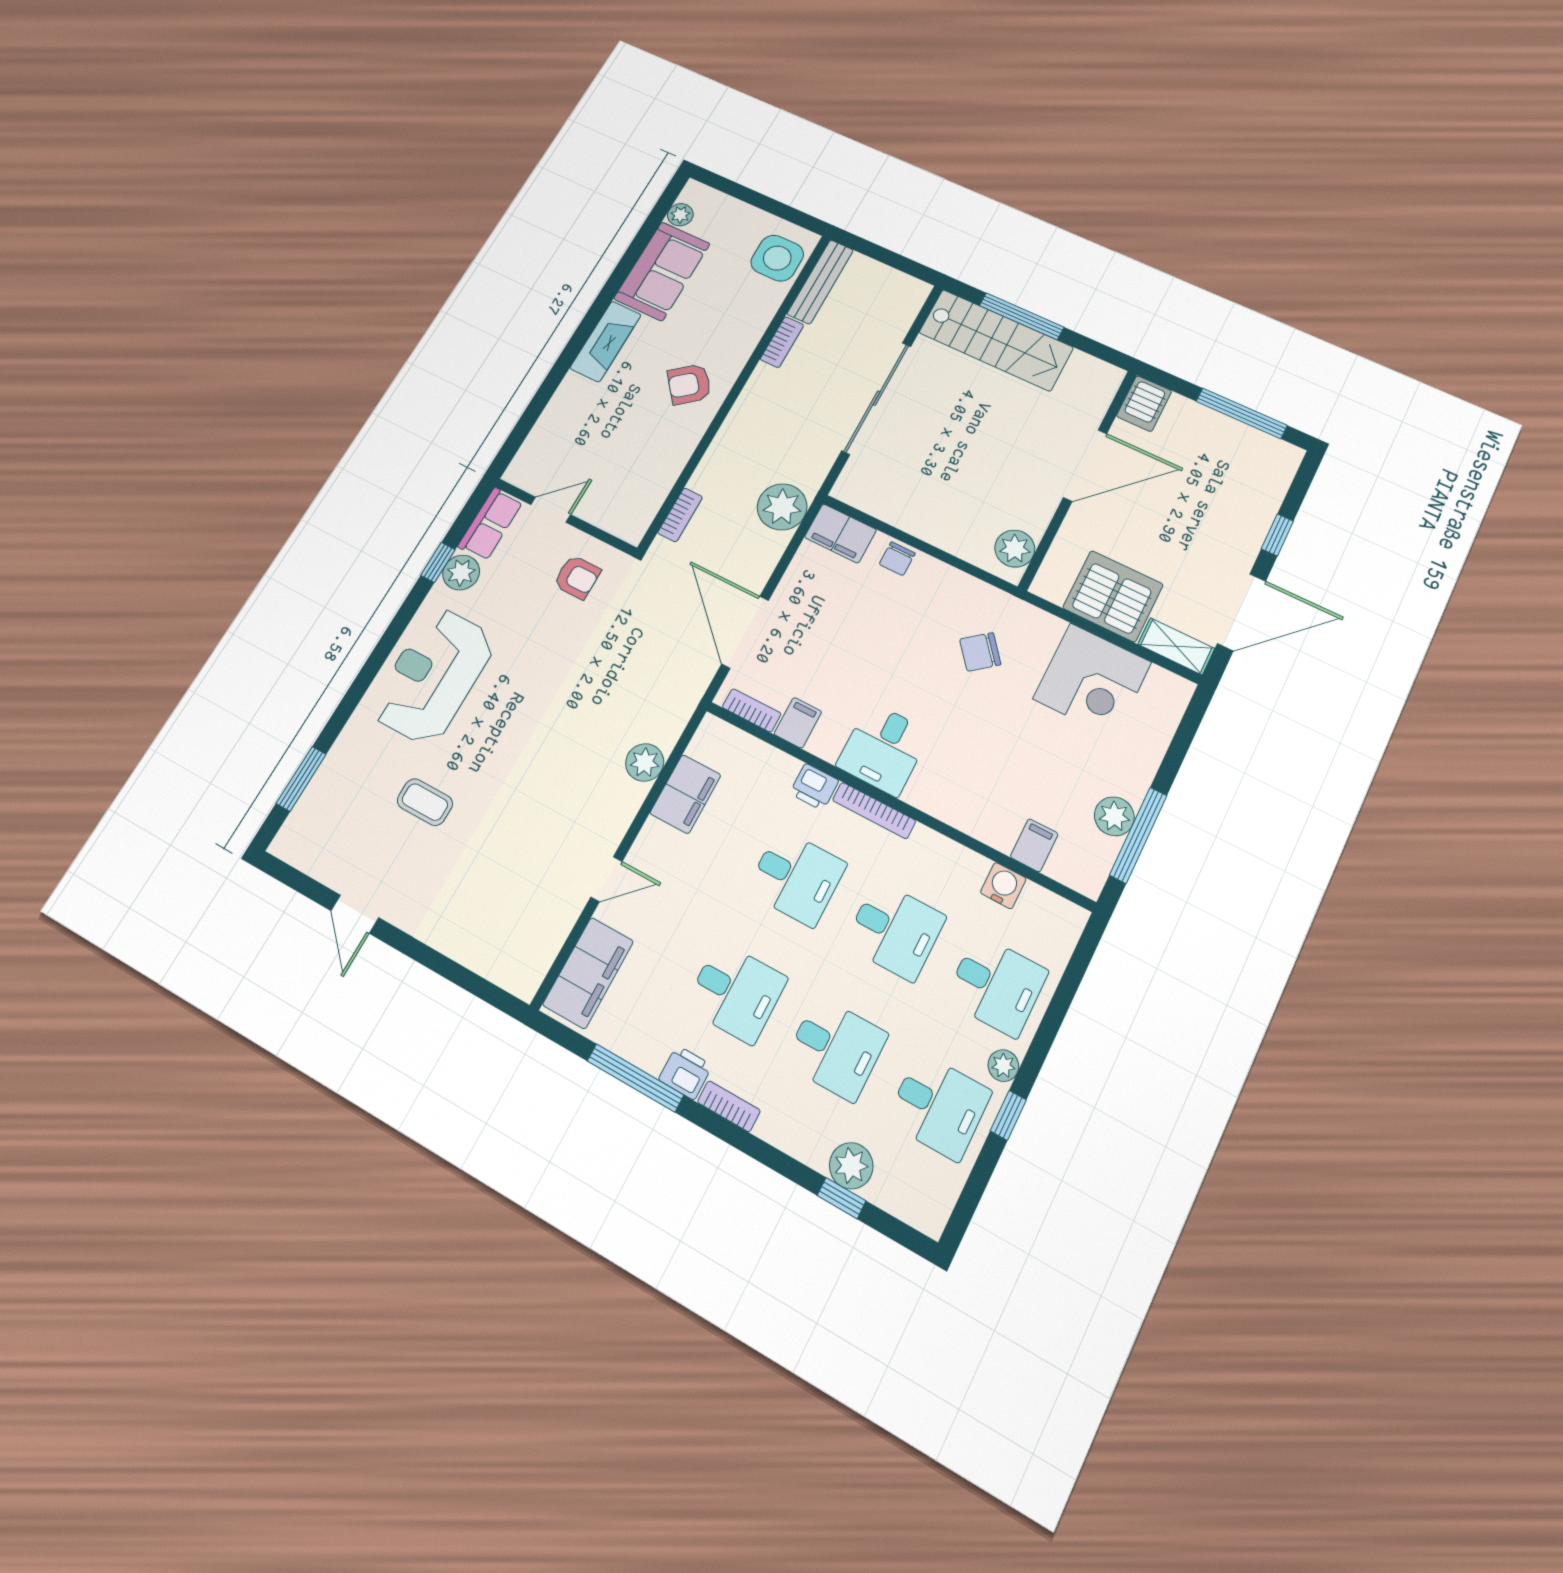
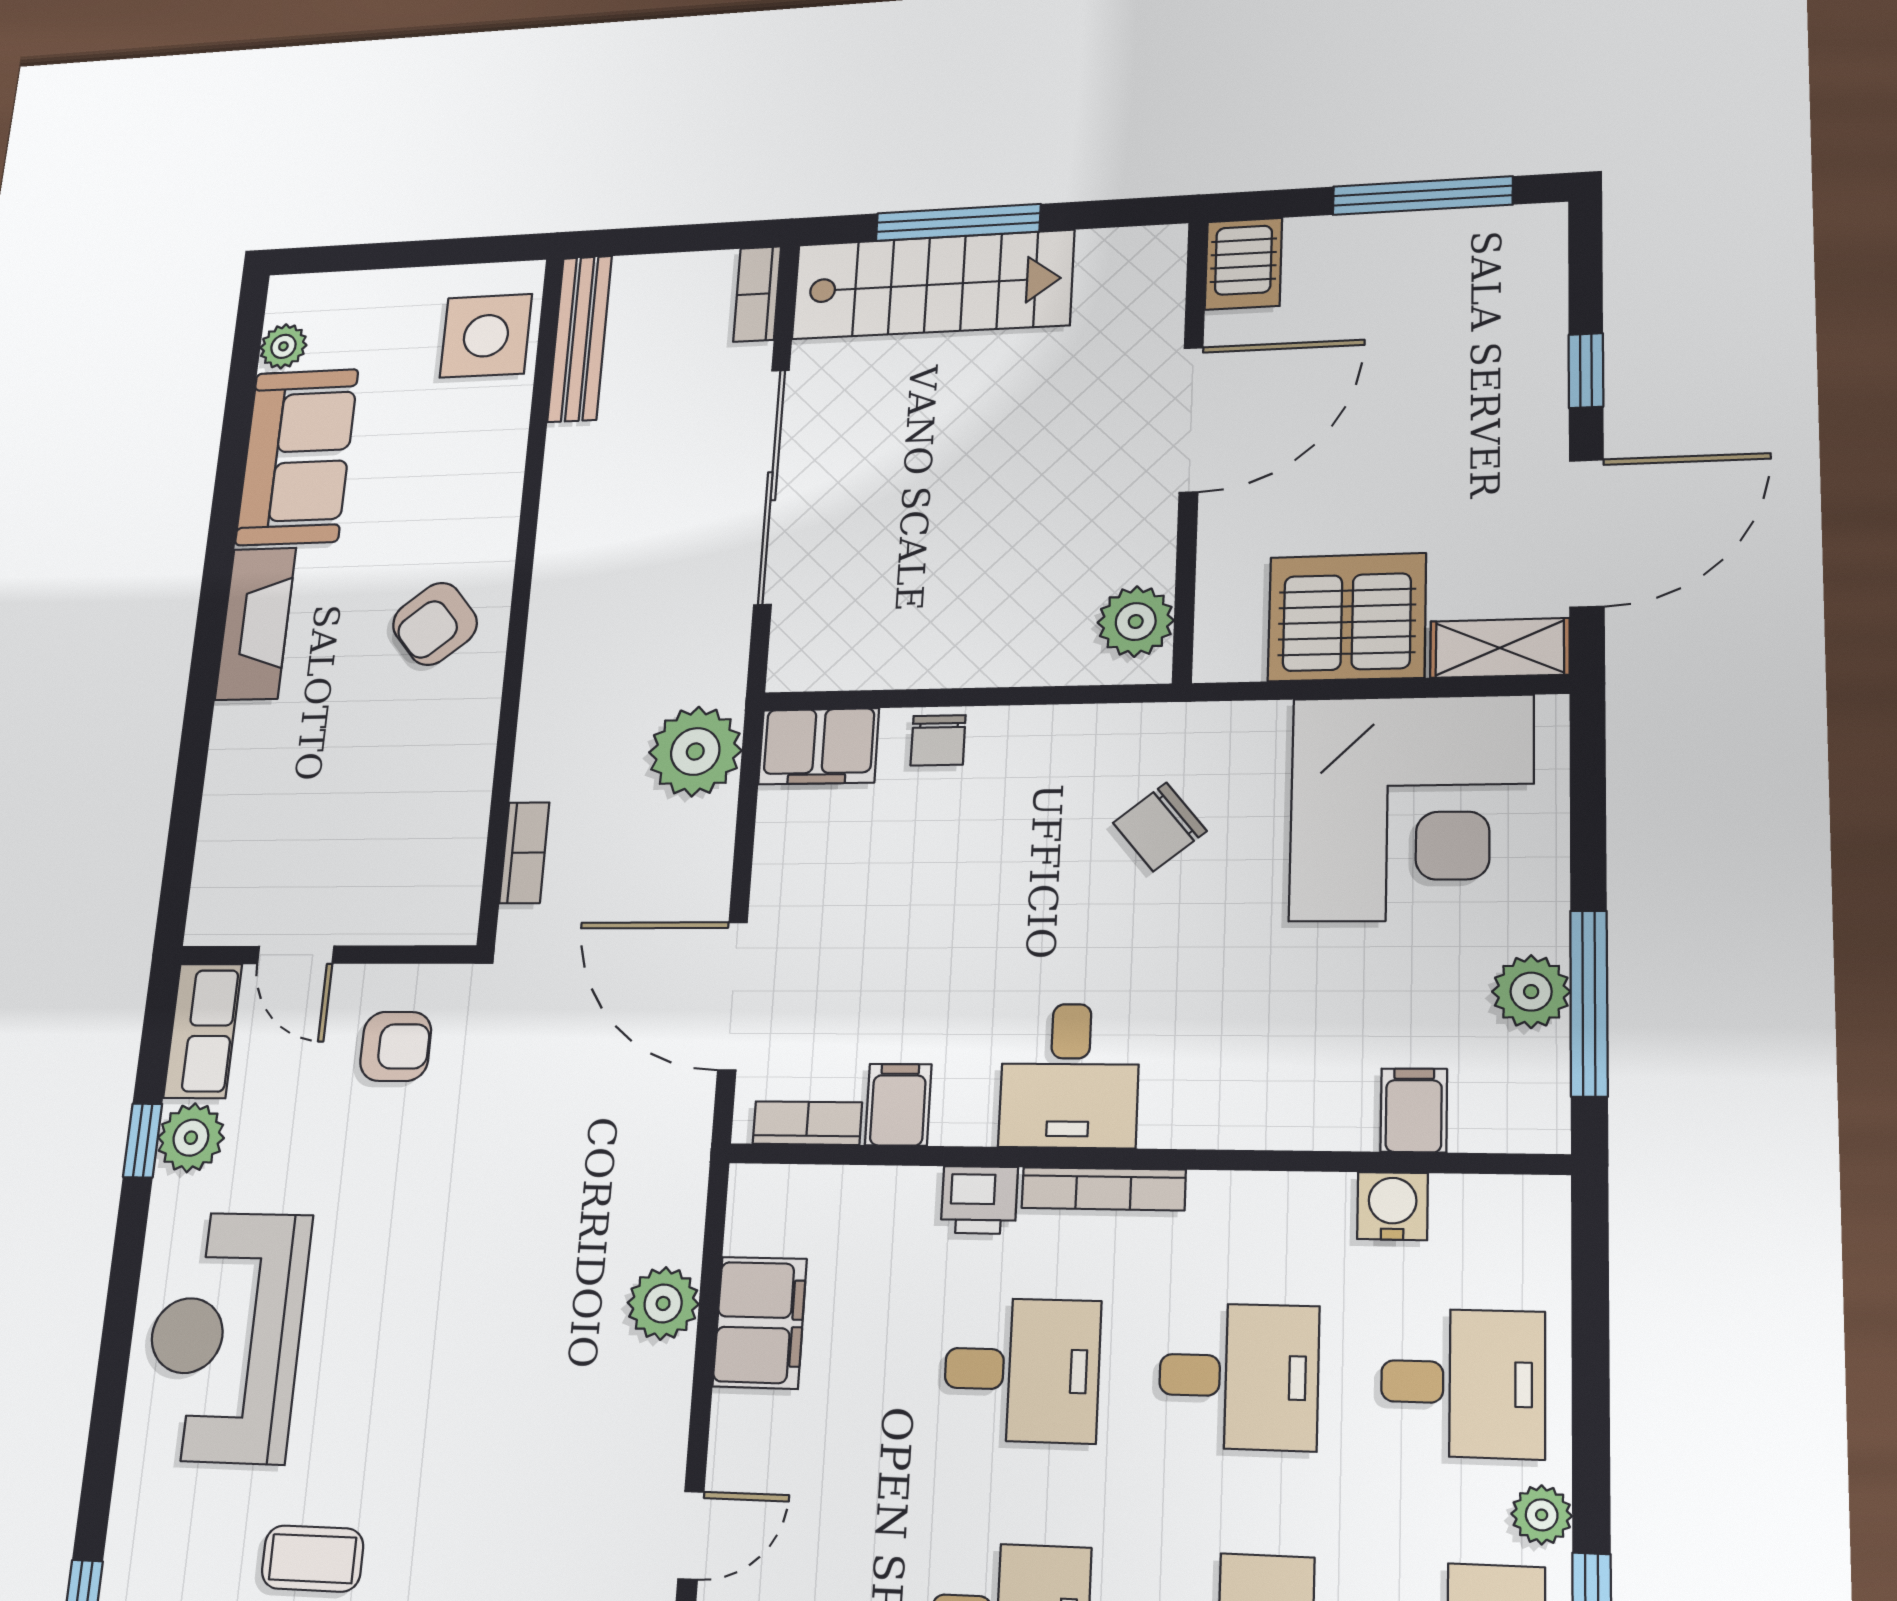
bookcase: (782, 342) -> (757, 294), moved, turned 180
door: (551, 510) -> (296, 955), swing flipped
corner desk: (1092, 680) -> (1411, 808), width x1.36, depth x1.36

